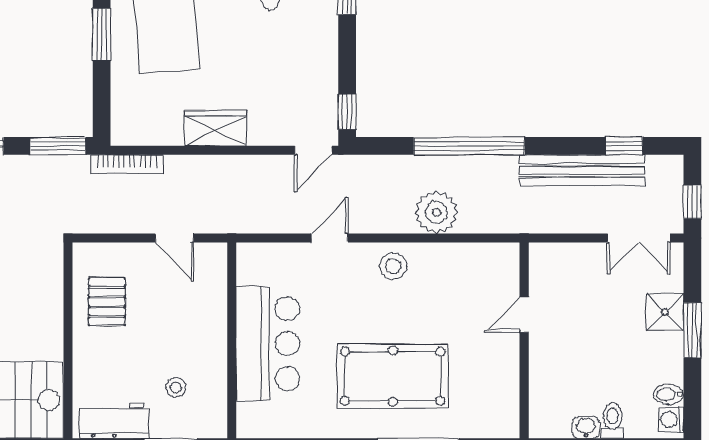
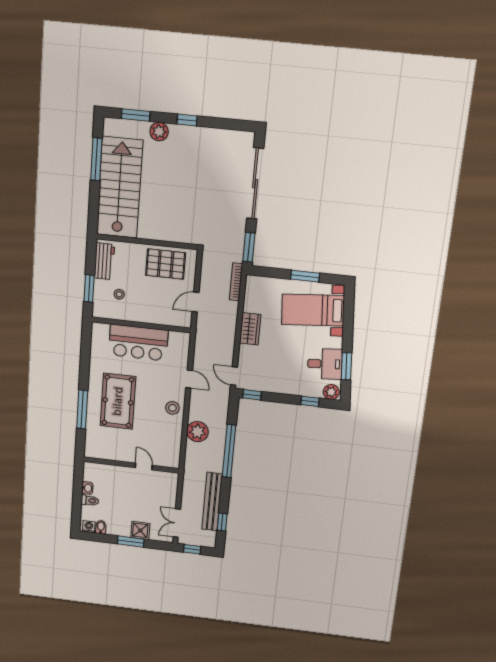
pallet: (107, 302) -> (166, 264), width x1.50, depth x1.42

